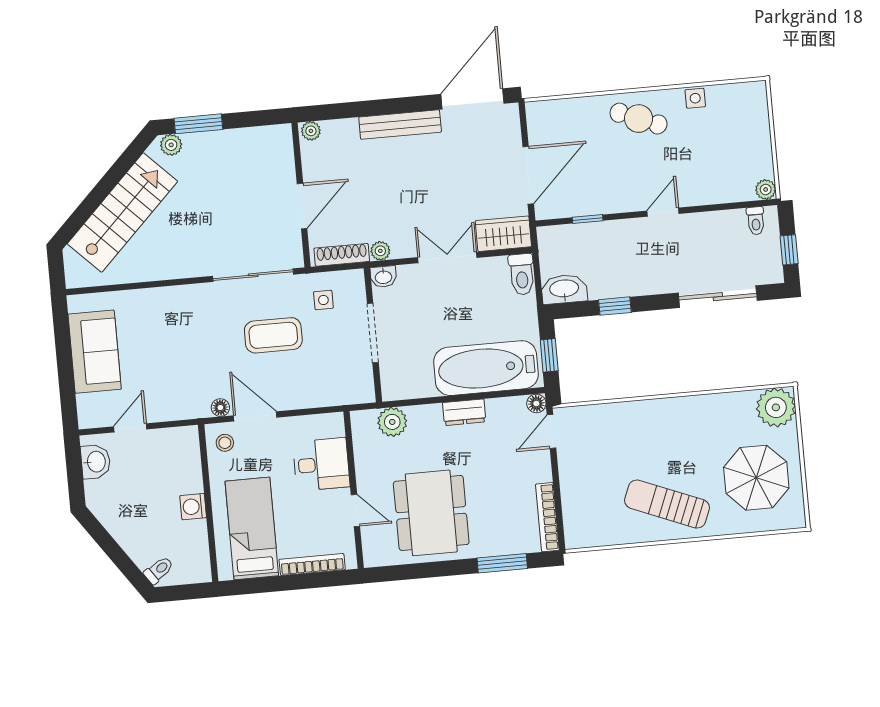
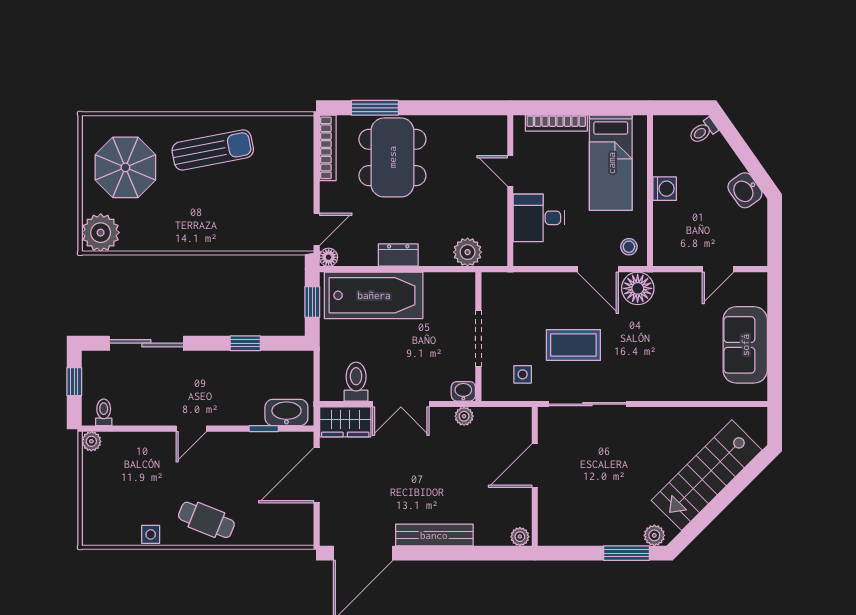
shoe rack: (342, 255) -> (501, 416), removed
toilet: (522, 274) -> (356, 382), moved
washbasin: (564, 289) -> (286, 412), moved, turned 180
floor lamp: (220, 408) -> (638, 288), width x1.89, depth x1.89
washbasin: (96, 462) -> (745, 190), moved, turned -35
sun lounger: (667, 504) -> (213, 150), turned -33
dining table: (431, 513) -> (392, 157), moved

